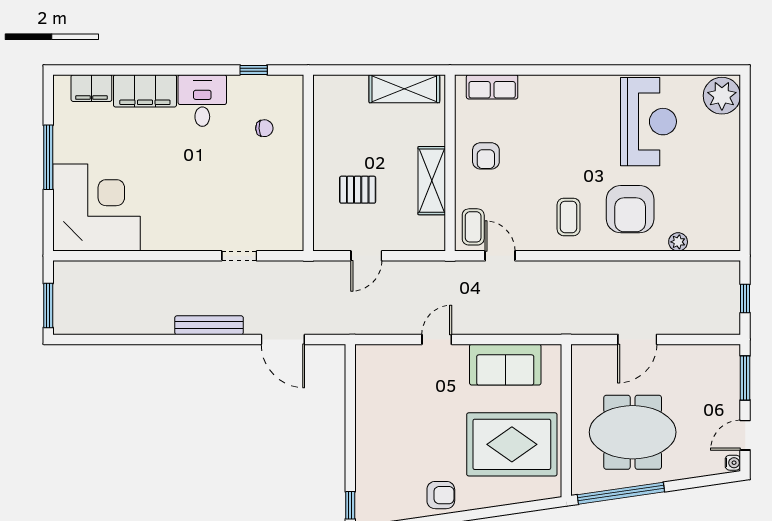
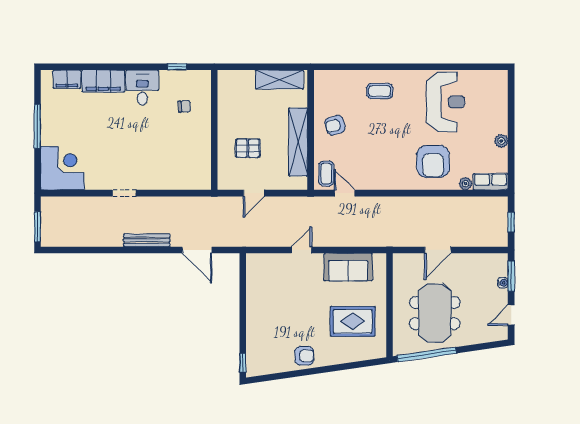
row of seats: (492, 87) -> (491, 182), moved, turned 180
plant: (722, 96) -> (501, 141), moved, width x0.53, depth x0.53
armchair: (486, 156) -> (335, 125), turned 74
shelving: (432, 181) -> (298, 142), width x1.47
corner desk: (96, 208) -> (62, 168), width x0.74, depth x0.74
coffee table: (569, 217) -> (380, 91), moved, turned 90
doorway: (239, 256) -> (124, 193), moved
meeting table: (633, 432) -> (435, 313), turned 90
rug: (512, 444) -> (353, 321), width x0.73, depth x0.69
water cooler: (733, 463) -> (503, 283), moved

